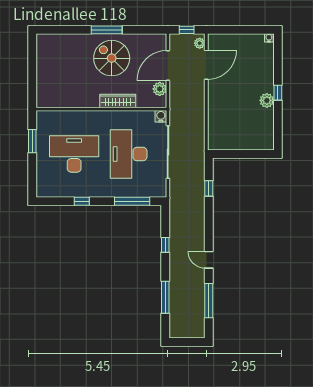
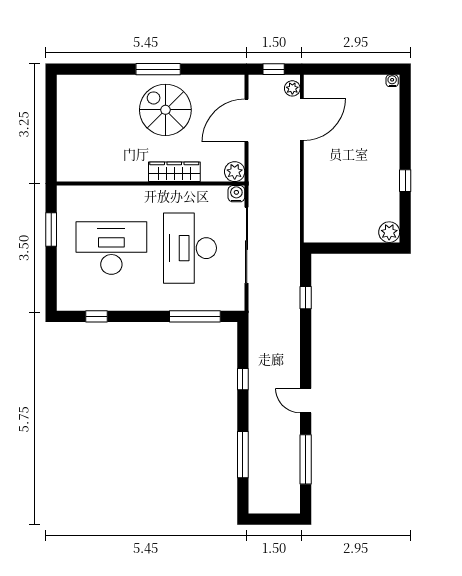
plant: (160, 89) -> (235, 172), moved
window: (278, 93) -> (405, 181), moved
plant: (267, 100) -> (389, 232), moved
window: (82, 201) -> (96, 316), moved

